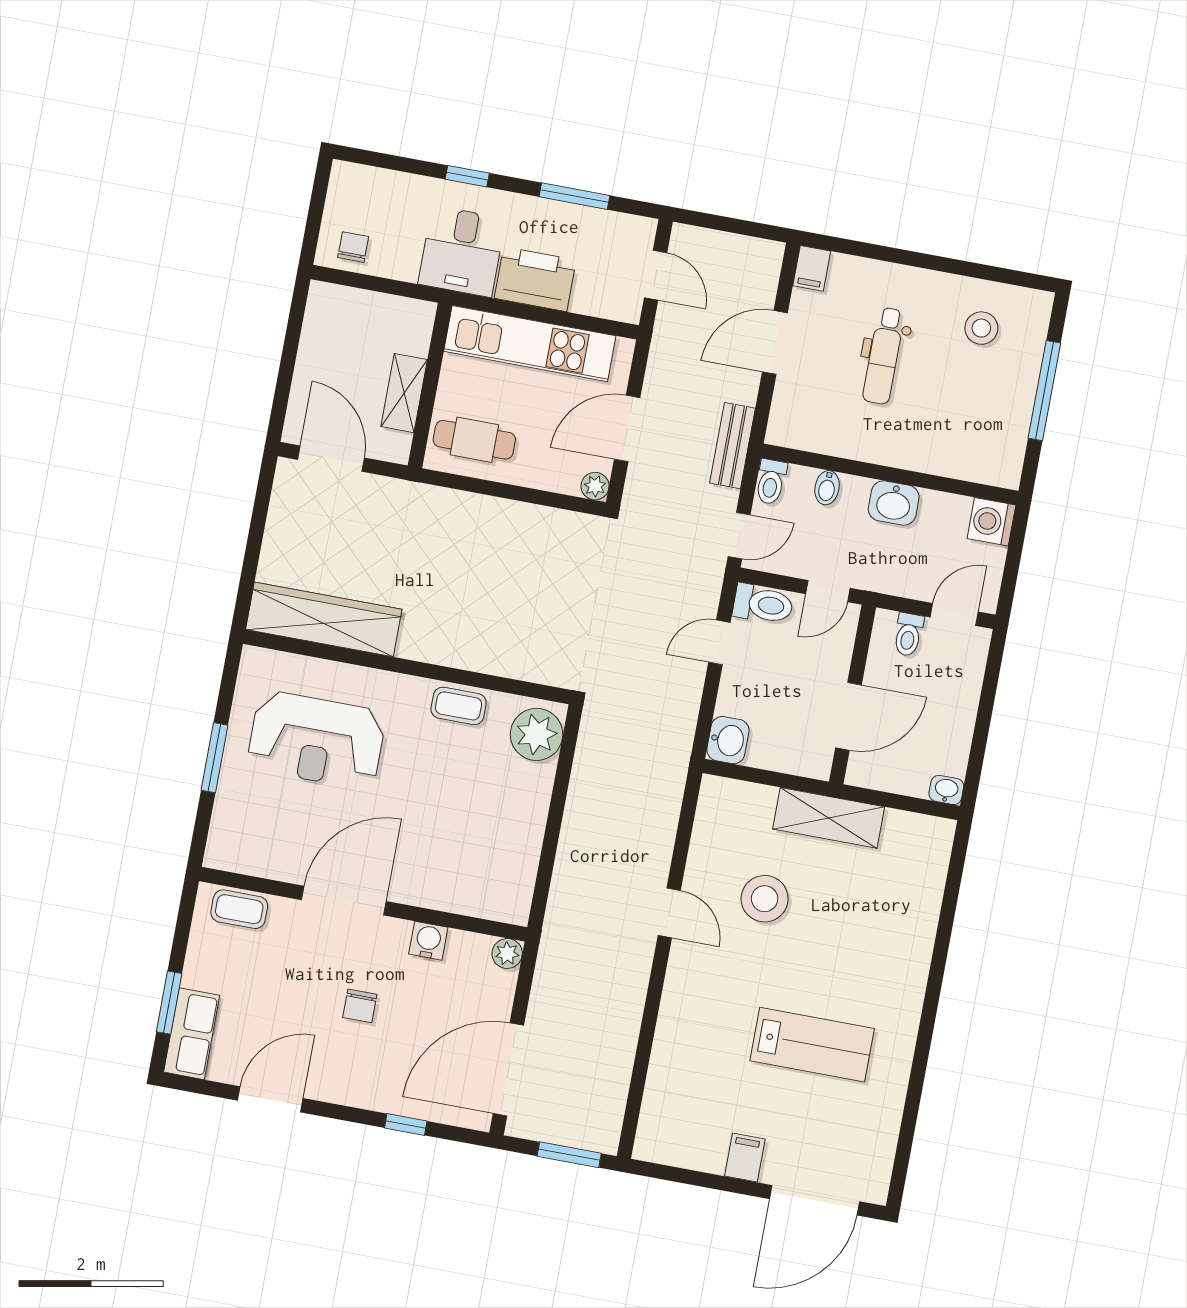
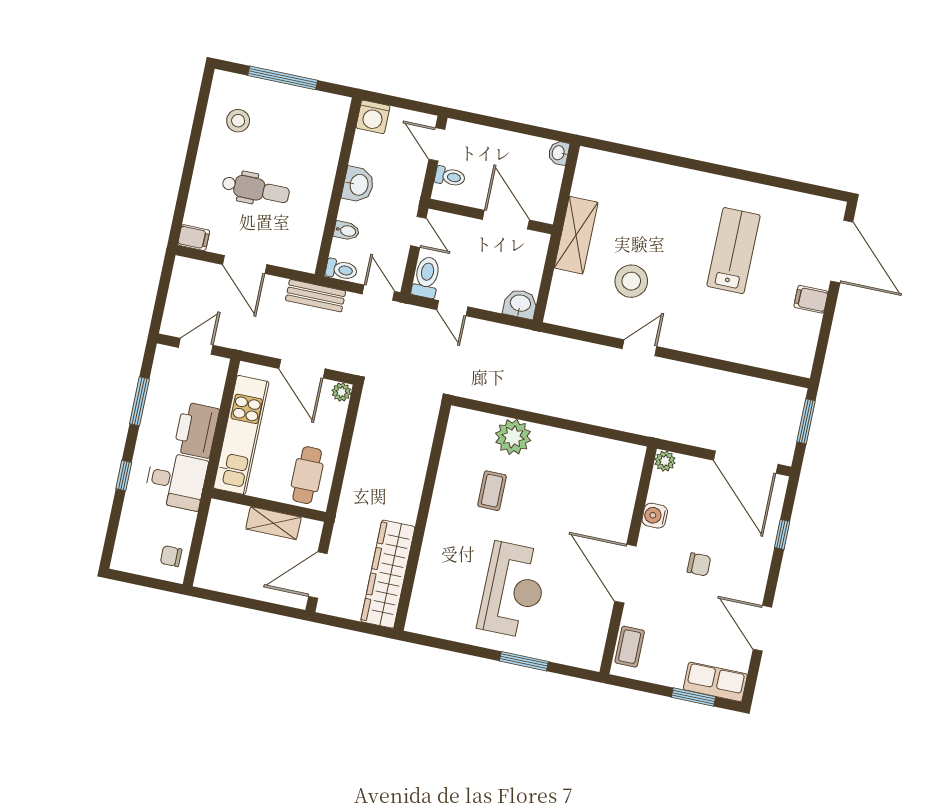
wardrobe: (324, 619) -> (388, 574), moved
wall: (407, 667) -> (422, 517), moved

